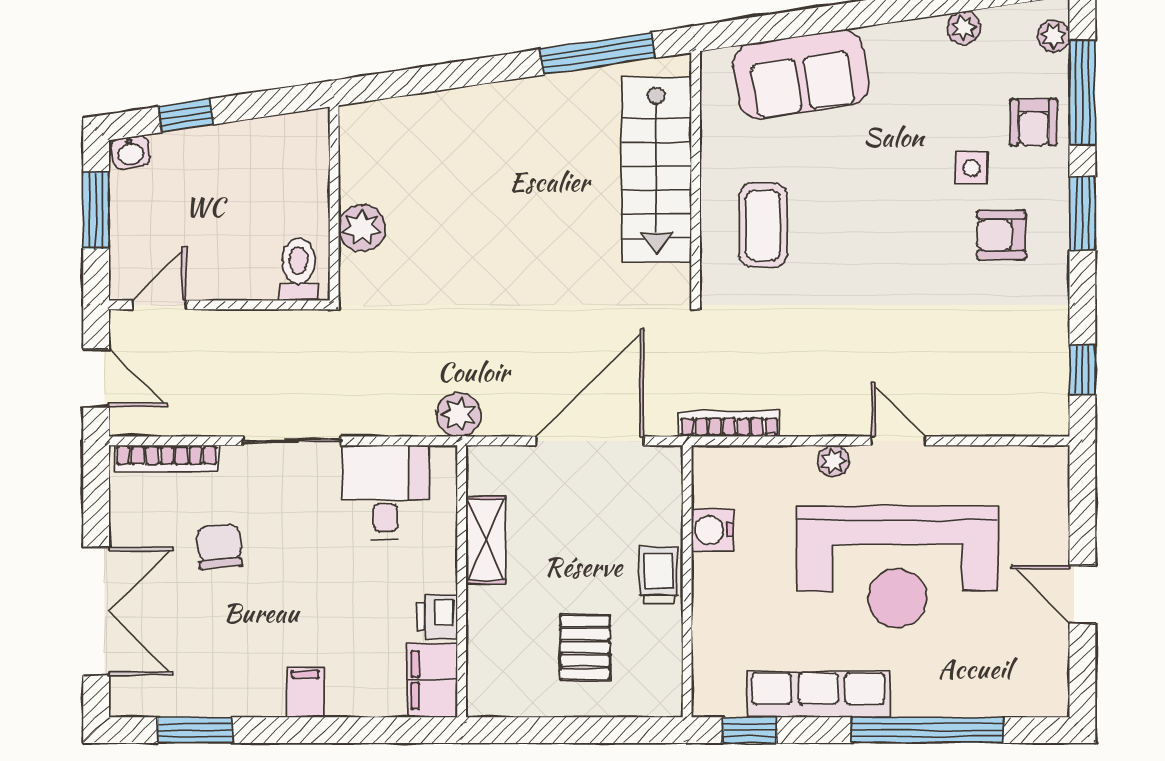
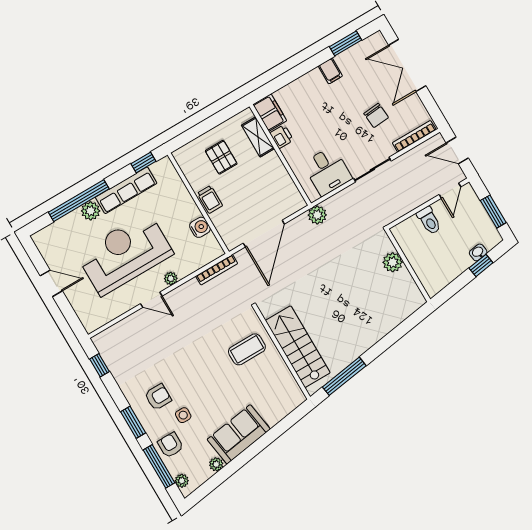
sofa: (801, 74) -> (239, 434), moved
washbasin: (130, 152) -> (478, 252), moved
coffee table: (763, 225) -> (247, 349), turned 90
toilet: (298, 269) -> (429, 220), moved
shelving: (486, 540) -> (258, 137), moved
filing cabinet: (305, 692) -> (330, 71), moved
plant: (915, 695) -> (91, 211), added

